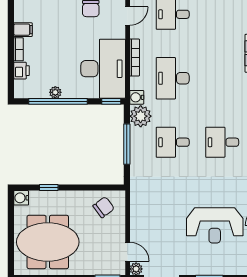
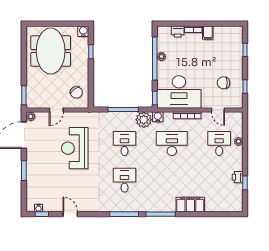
reception desk: (215, 225) -> (75, 148), moved
door: (128, 252) -> (56, 110), moved

